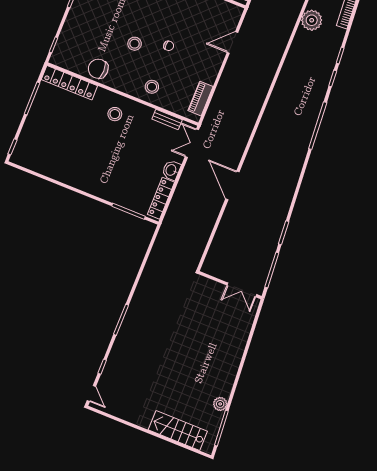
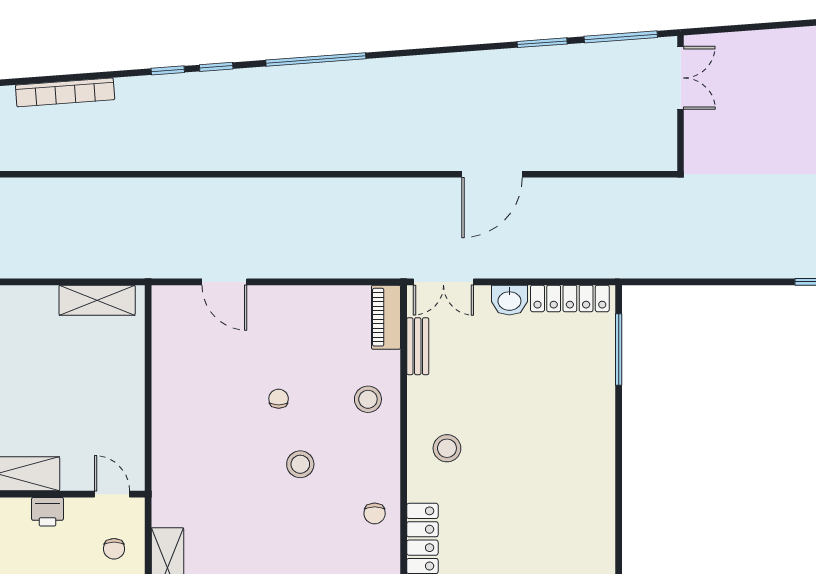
plant: (312, 20) -> (123, 150), removed
chair: (98, 69) -> (375, 513), width x0.54, depth x0.54
piano: (200, 99) -> (386, 317), moved, turned 90

